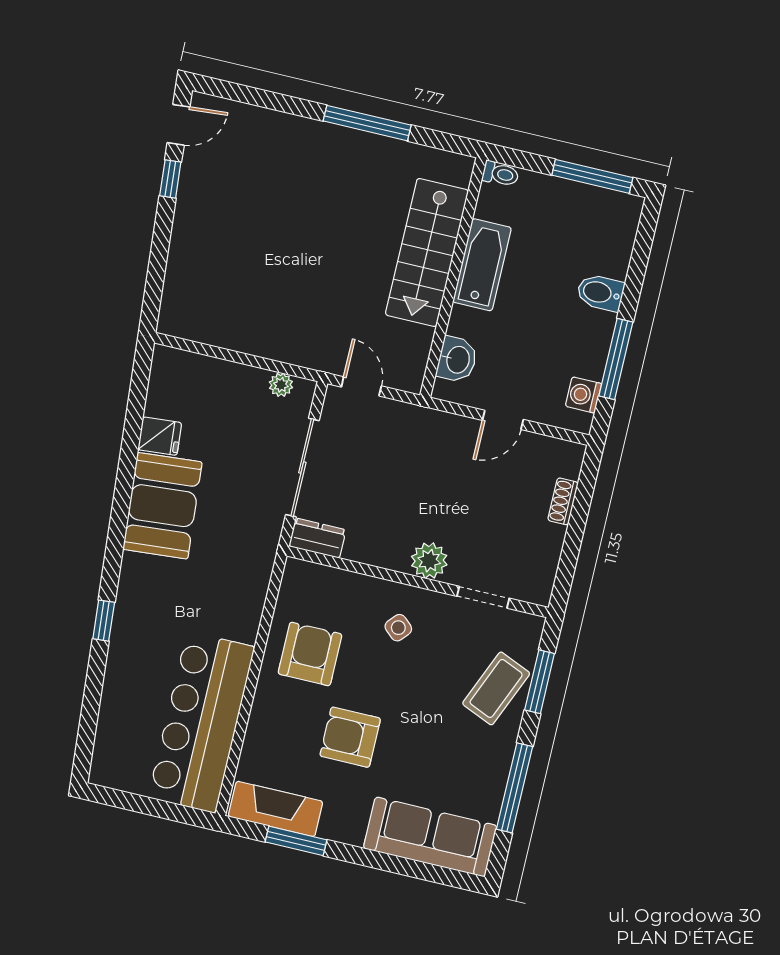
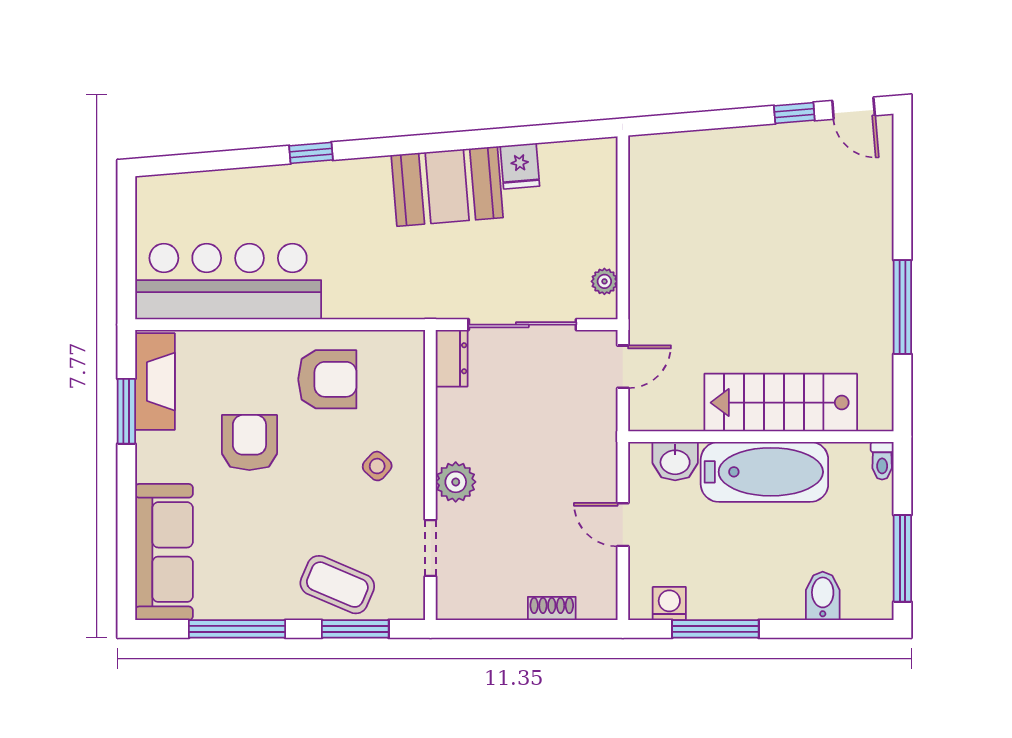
bathtub: (482, 265) -> (764, 472), width x1.36, depth x1.36
bidet: (600, 293) -> (823, 596), moved

